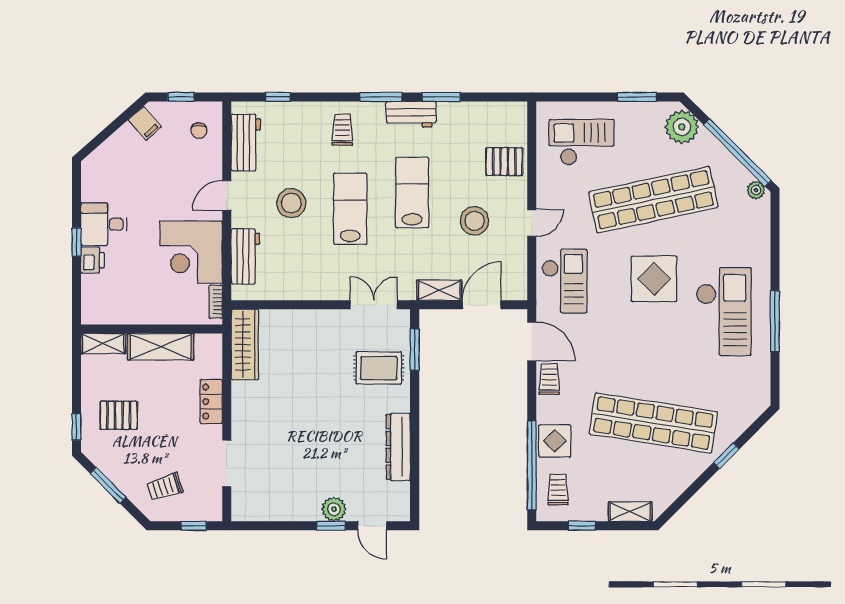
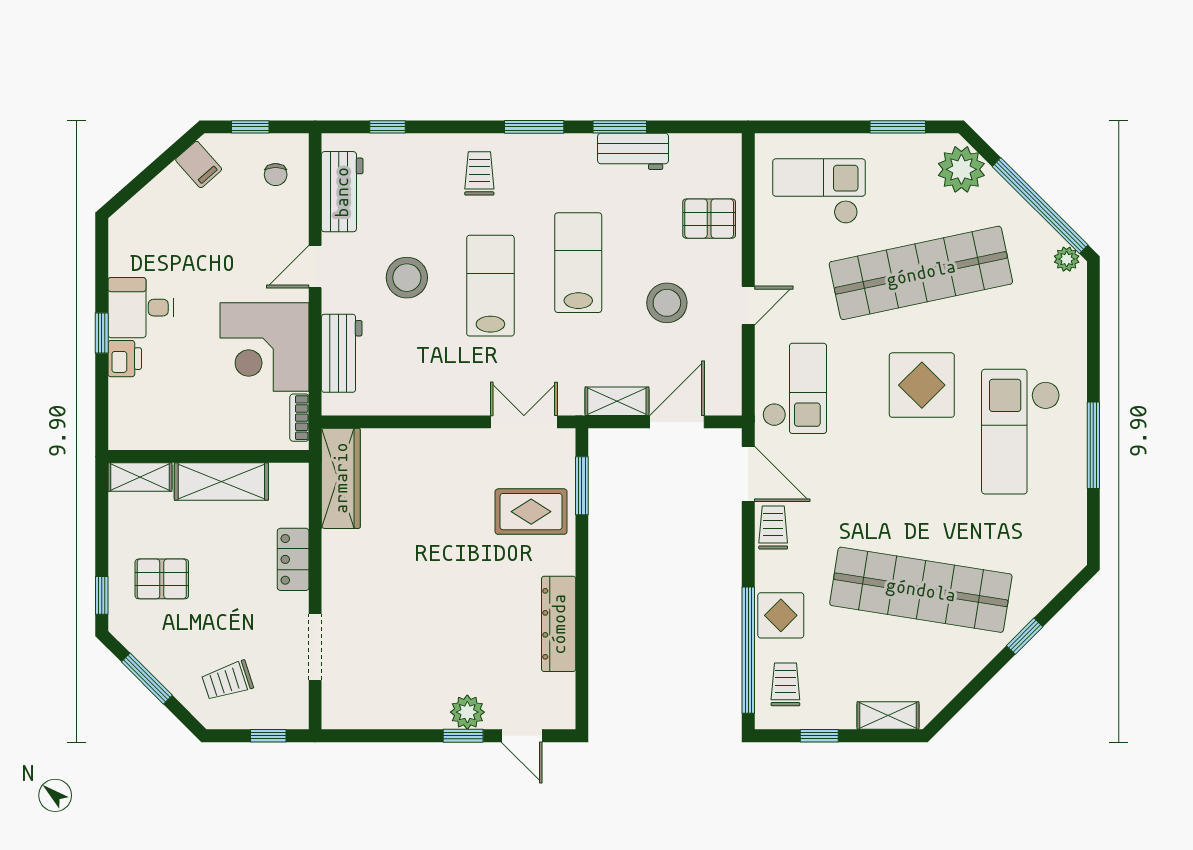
workbench: (411, 114) -> (633, 151), moved
checkout: (724, 312) -> (1021, 432), turned 180

